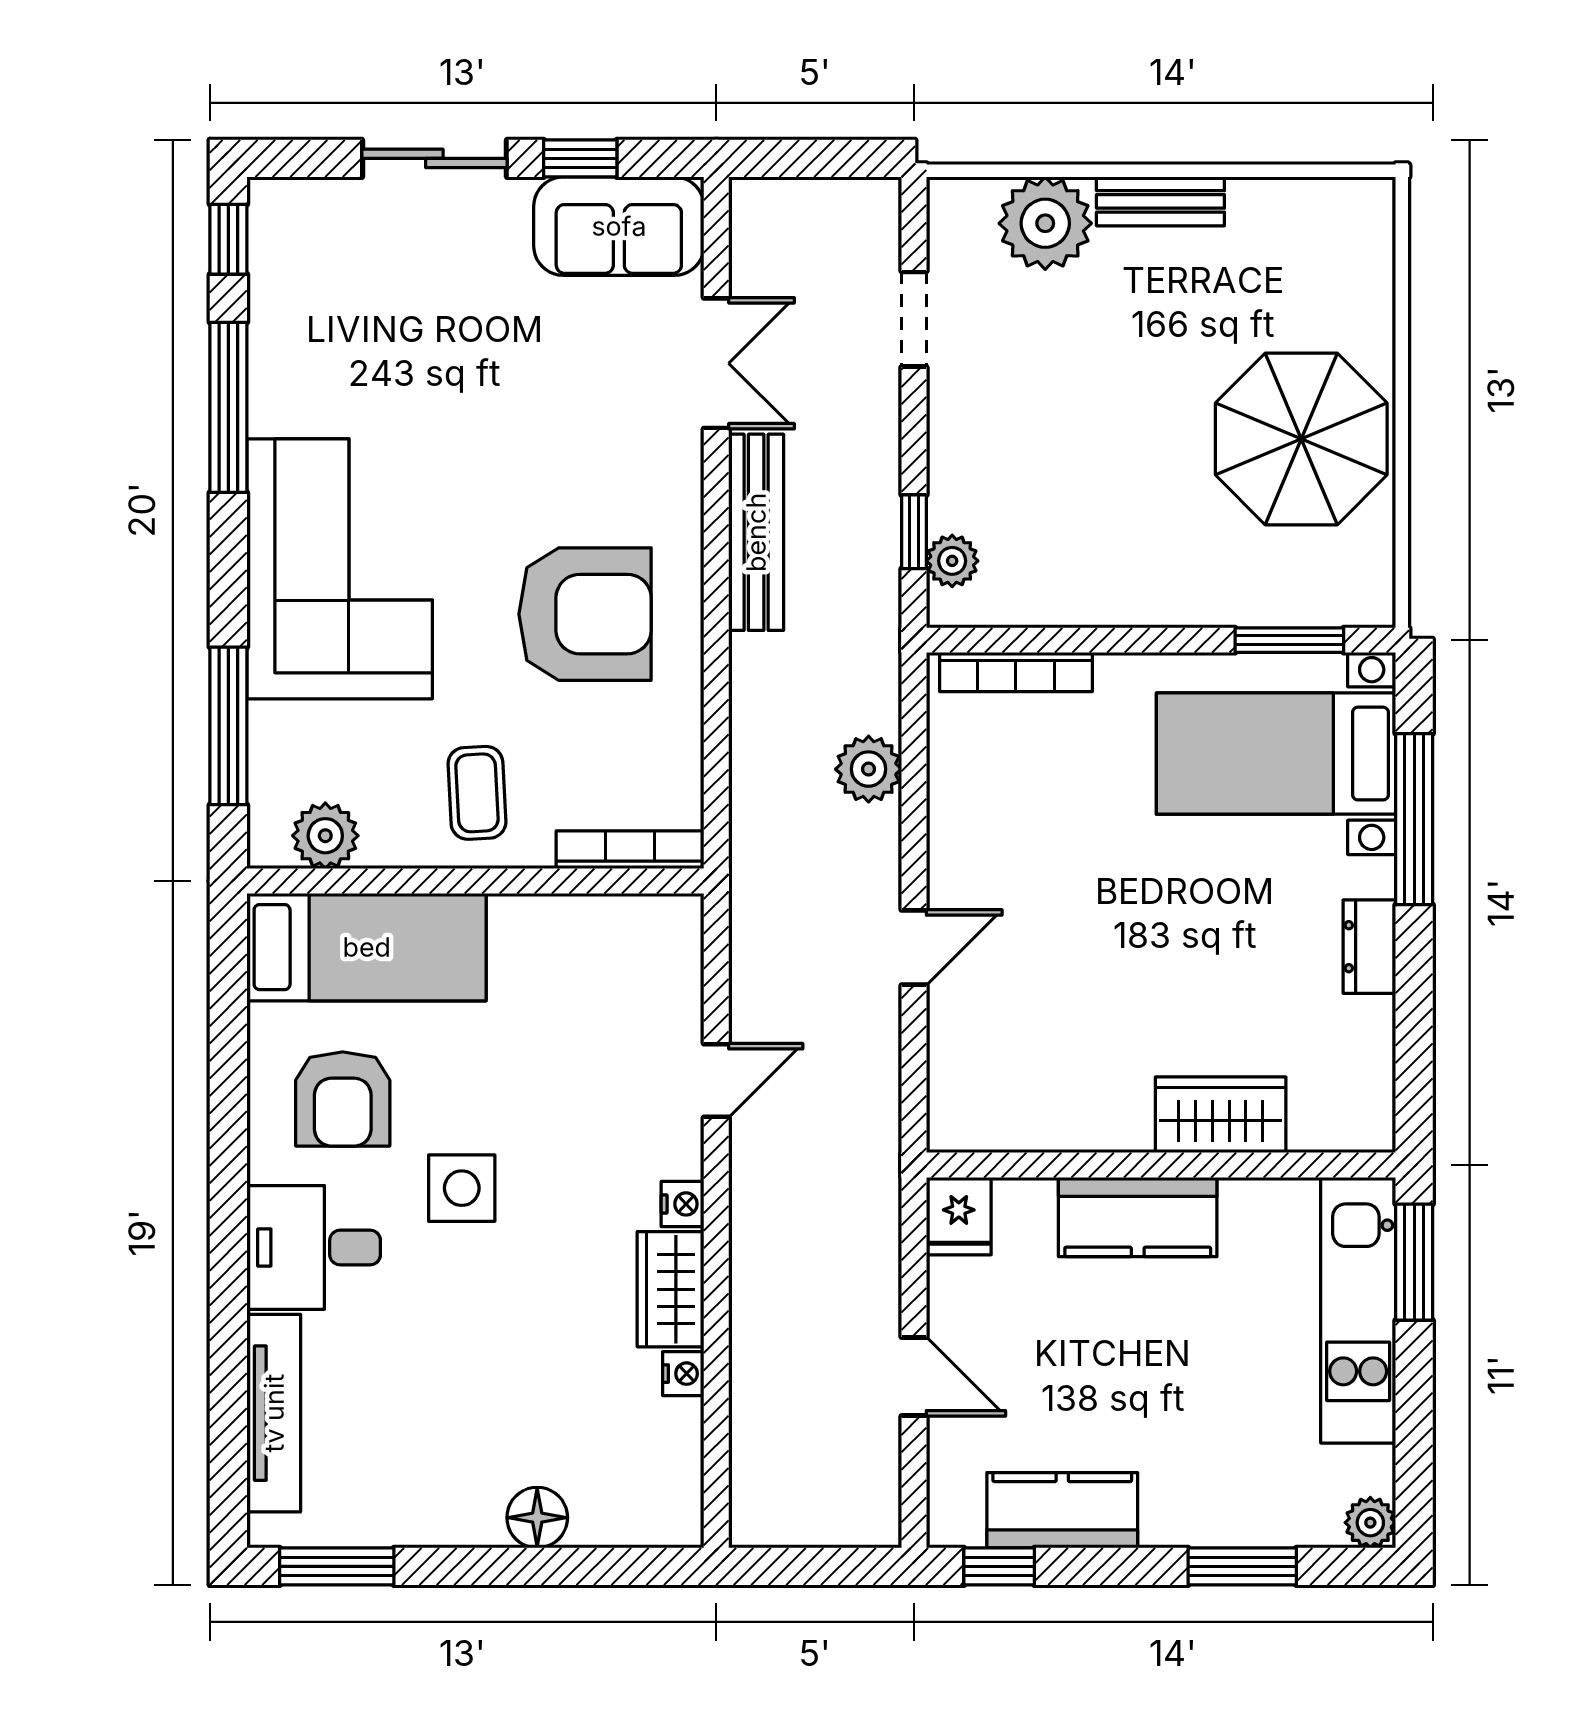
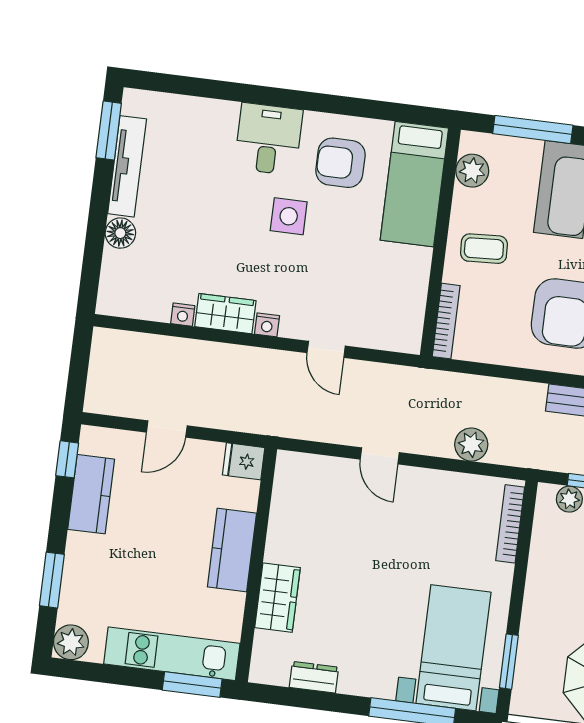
dresser: (1369, 947) -> (314, 677), moved
tv unit: (274, 1413) -> (127, 166), moved, turned -90
plant: (1370, 1523) -> (71, 642), width x1.38, depth x1.38

